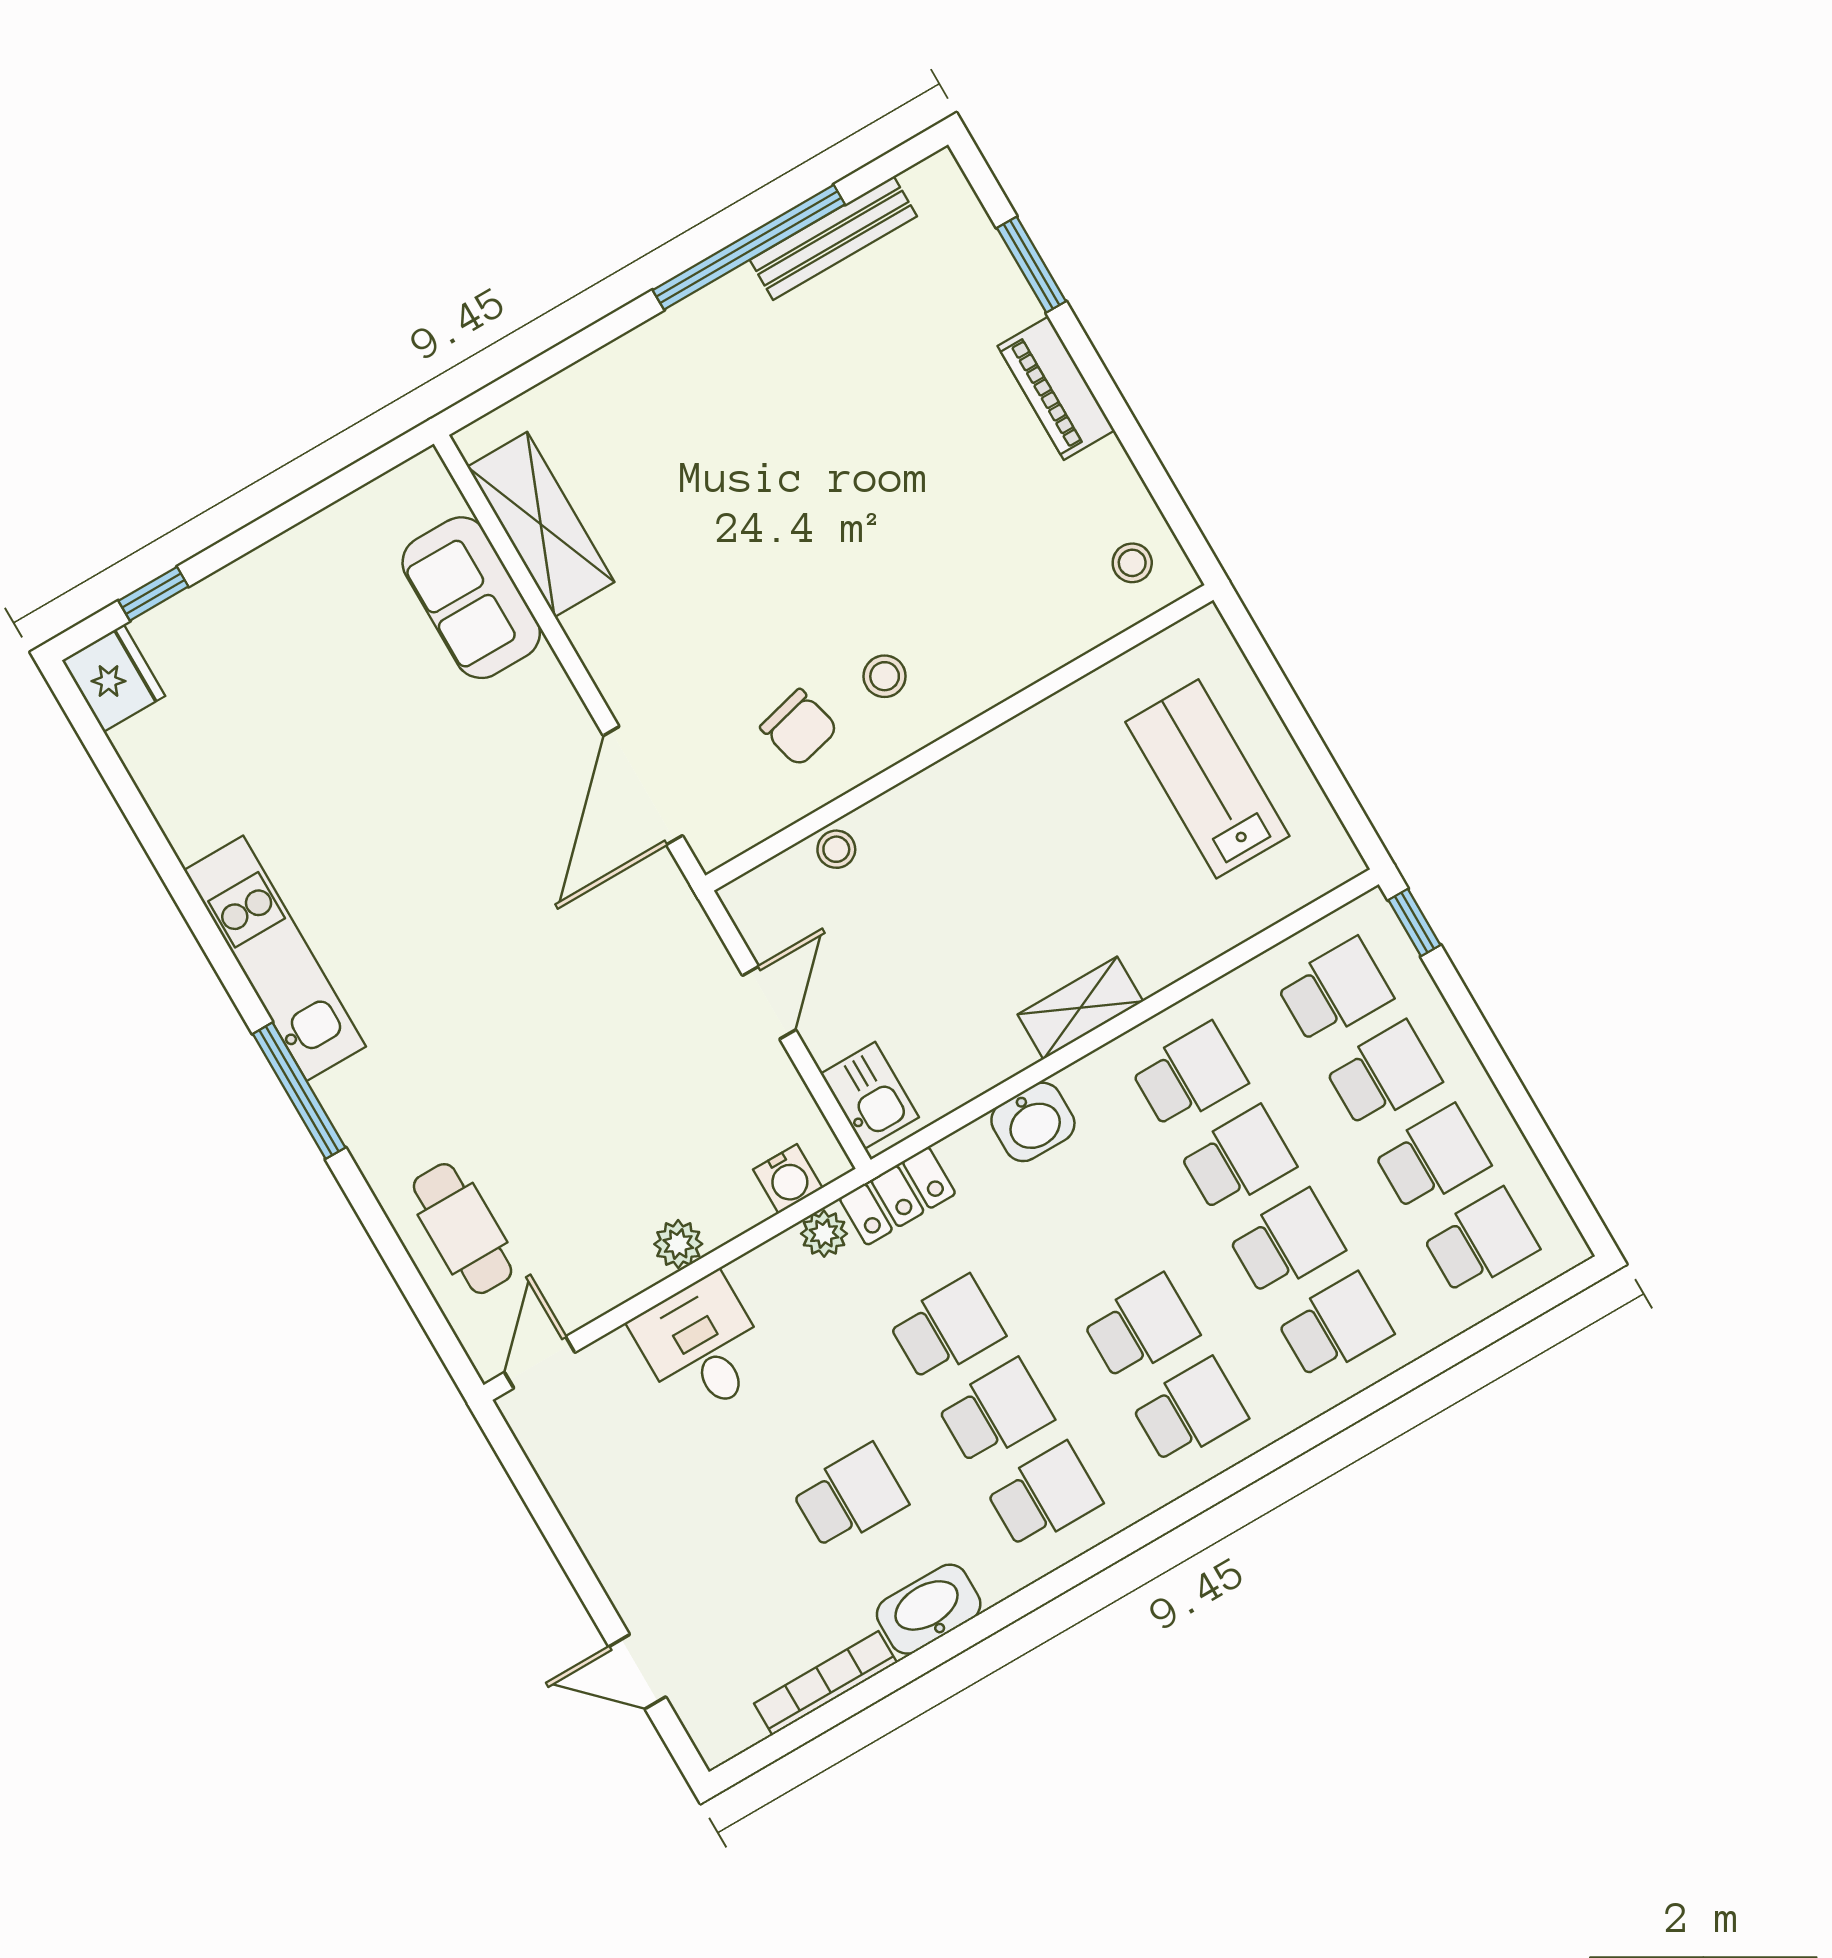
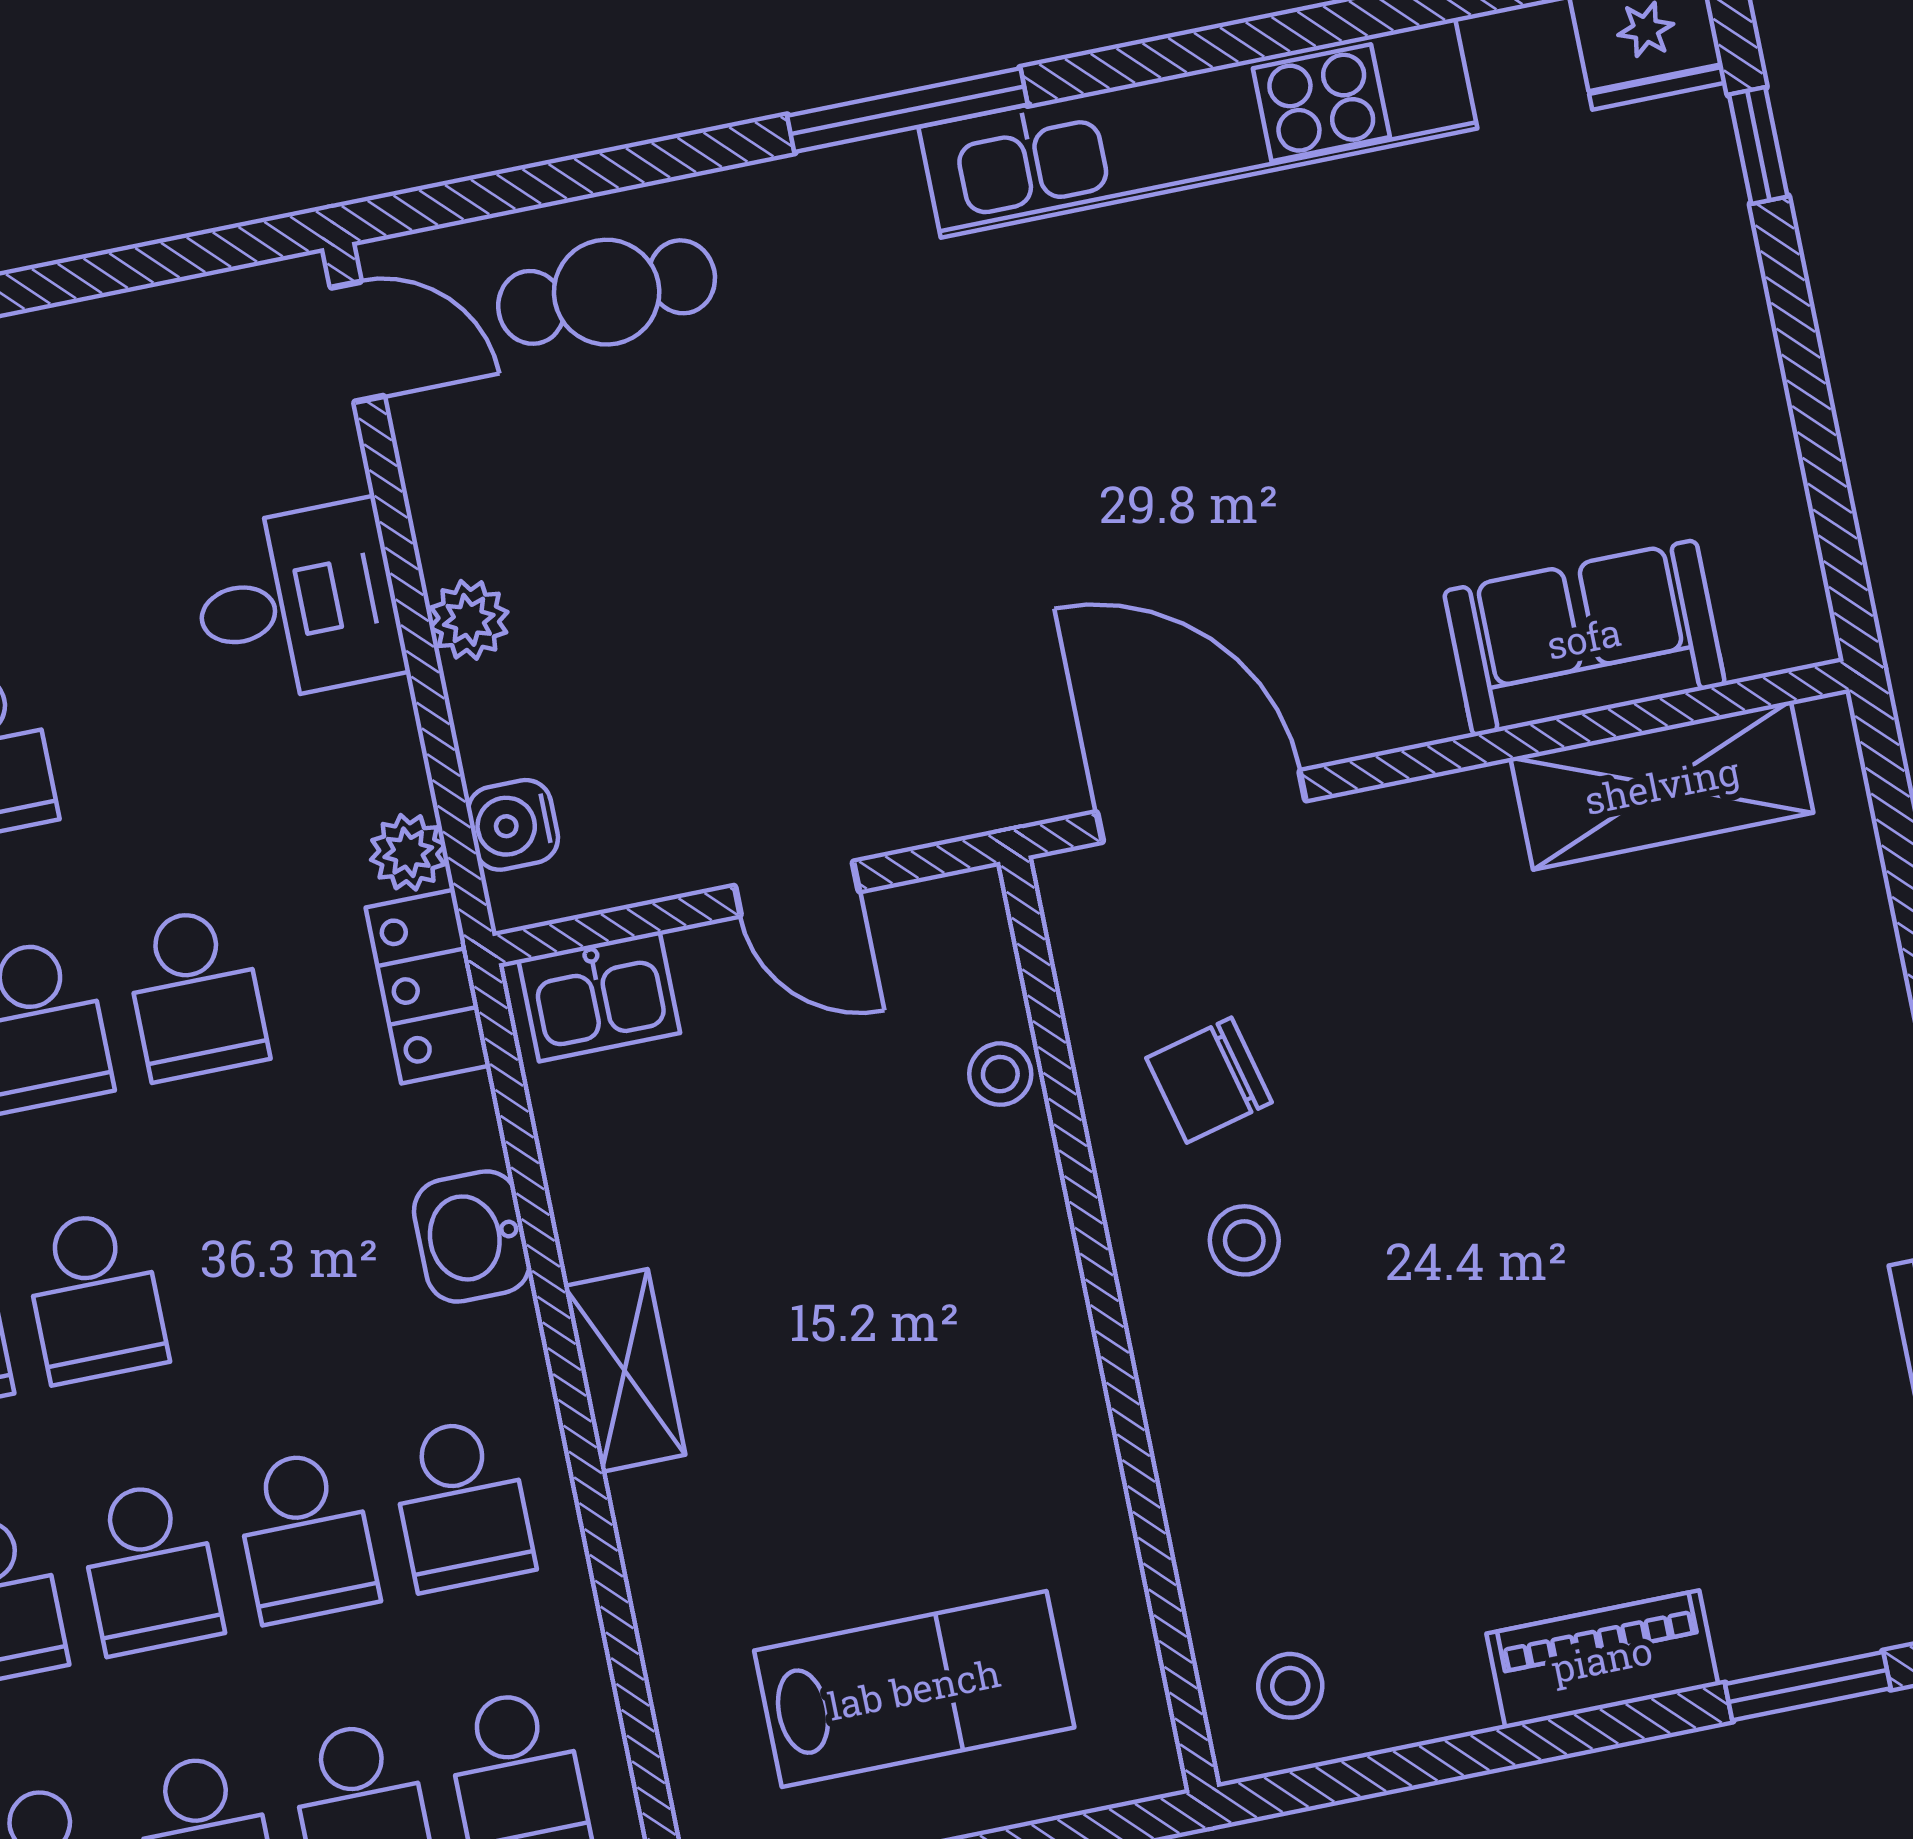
kitchen unit: (275, 958) -> (1198, 128), width x1.36

